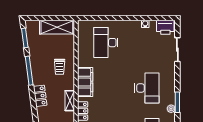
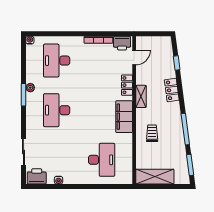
locker: (40, 96) -> (172, 90), moved

